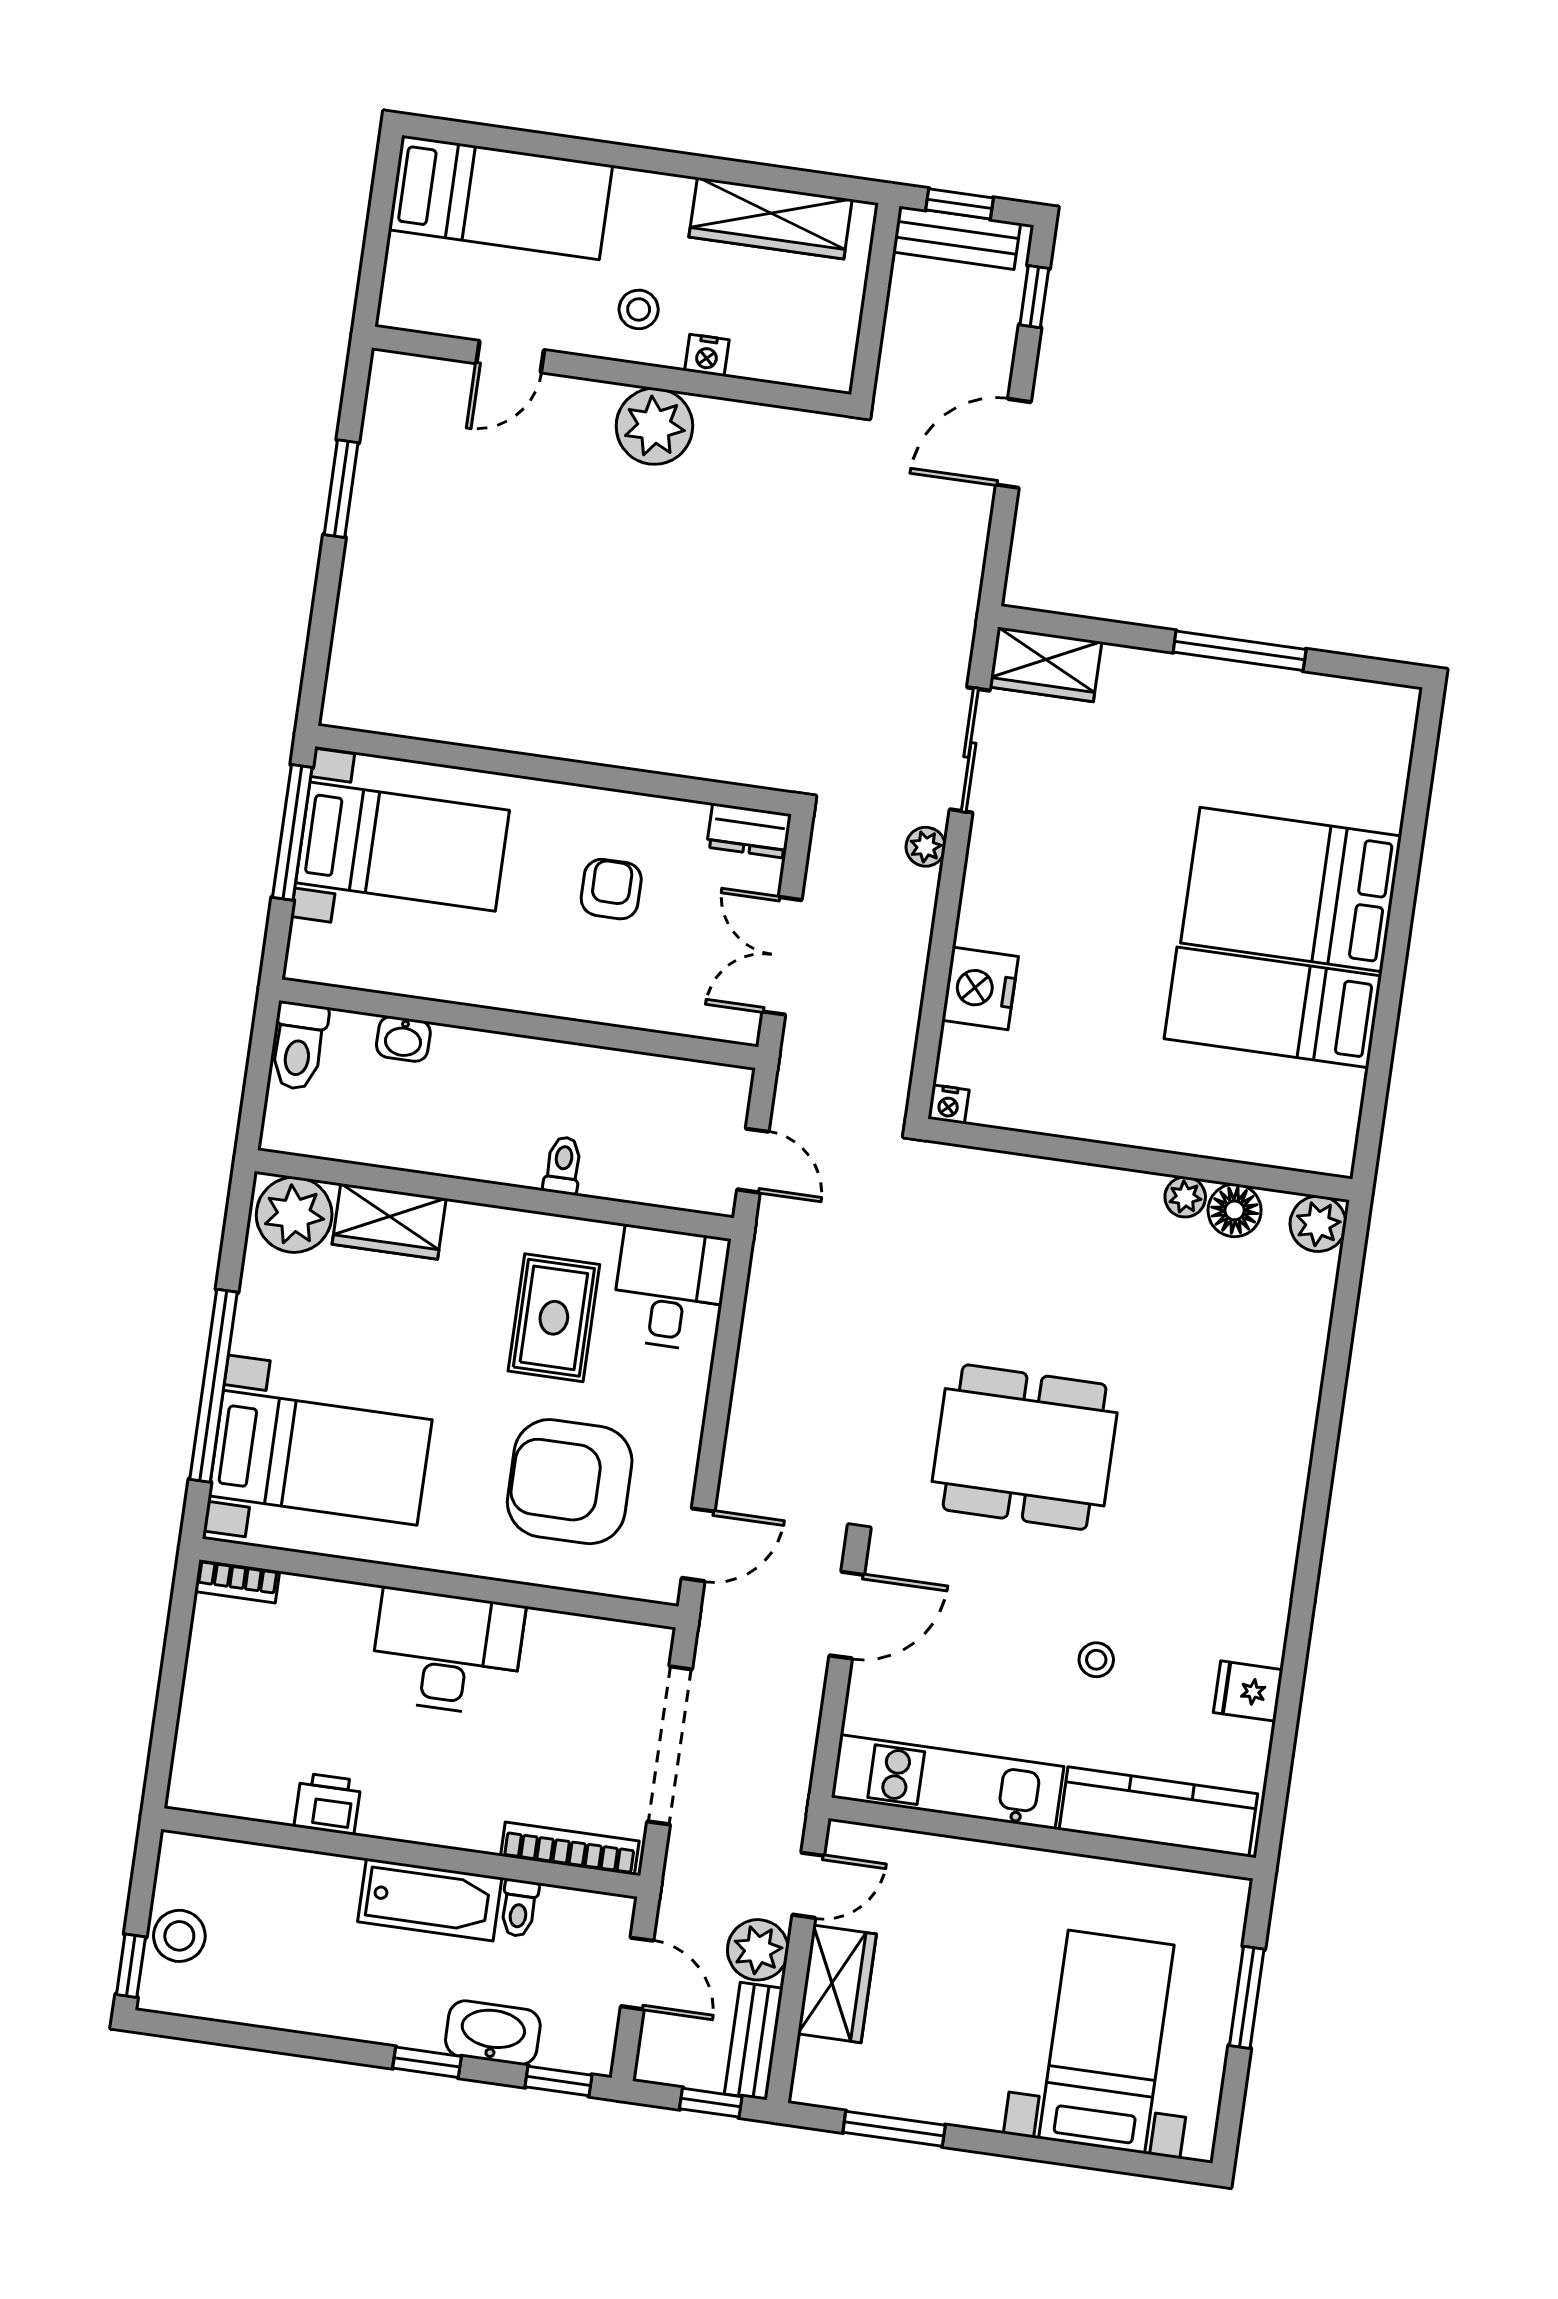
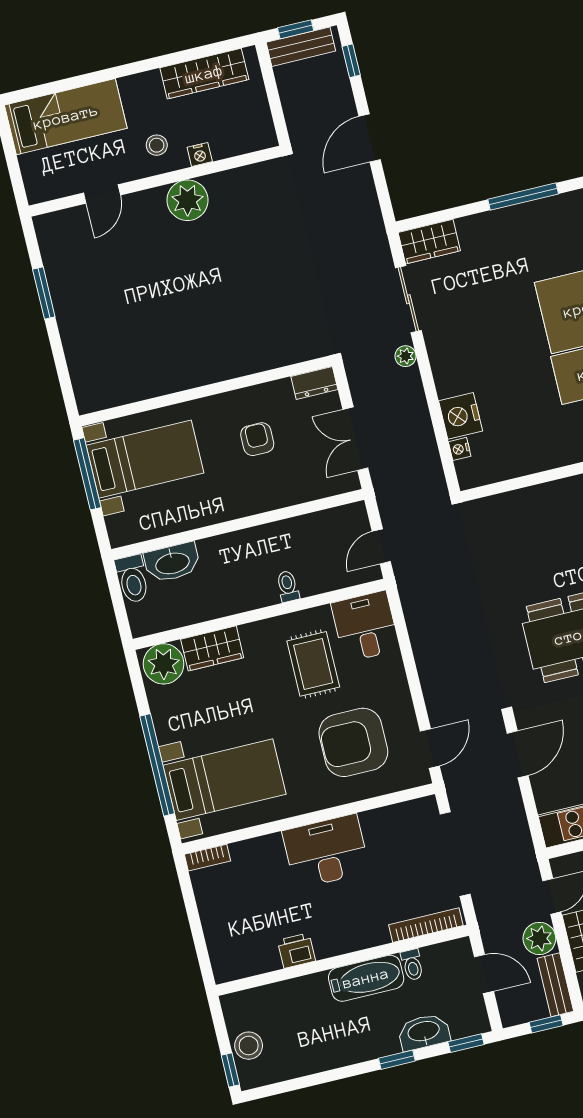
washbasin: (403, 1039) -> (172, 563), width x1.91, depth x1.45
nightstand: (948, 1104) -> (460, 449), moved, turned 90
door: (753, 1161) -> (381, 546), swing flipped

